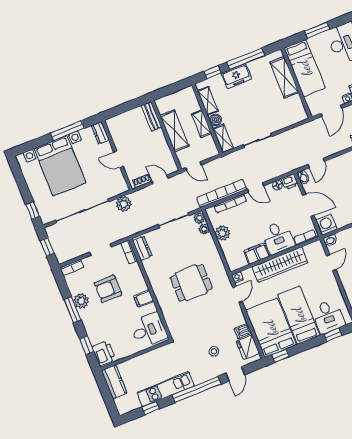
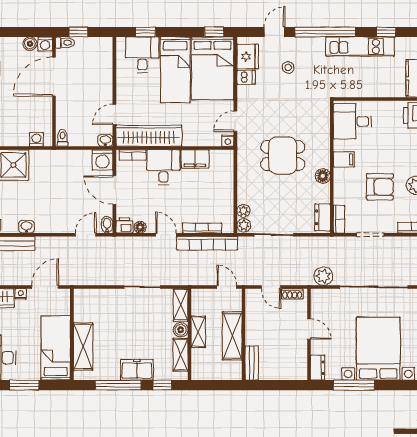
plant: (222, 233) -> (224, 198), removed
wardrobe: (280, 265) -> (149, 136), moved
floor lamp: (155, 280) -> (323, 176), added

